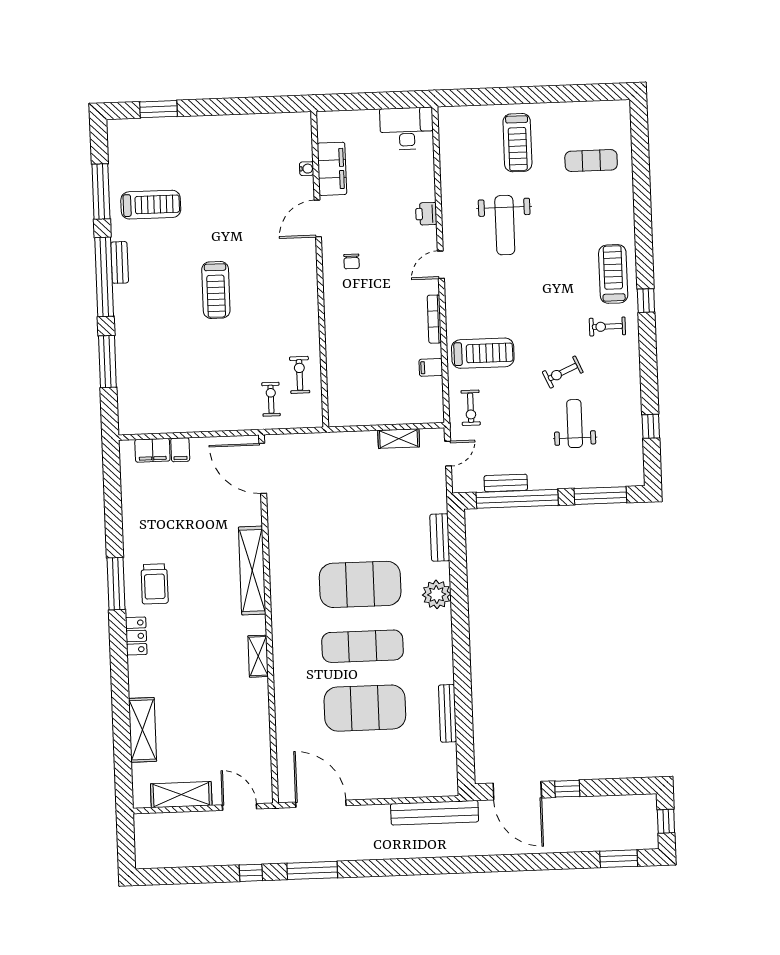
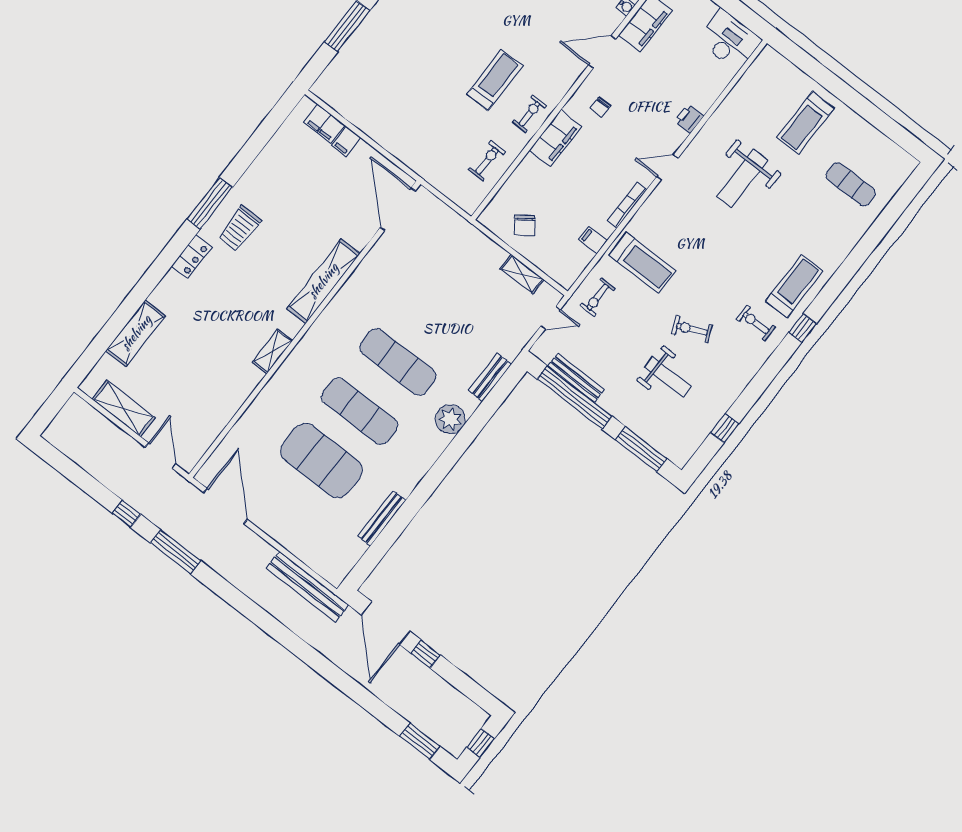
treadmill: (216, 290) -> (495, 80), moved, turned 180
filing cabinet: (337, 314) -> (555, 138), added
exercise bike: (271, 399) -> (529, 114), moved
chair: (369, 400) -> (525, 225), added
weight bench: (575, 424) -> (668, 377), turned 90
bench: (506, 483) -> (576, 378), width x1.36
exercise mat: (360, 584) -> (398, 362), width x0.68

